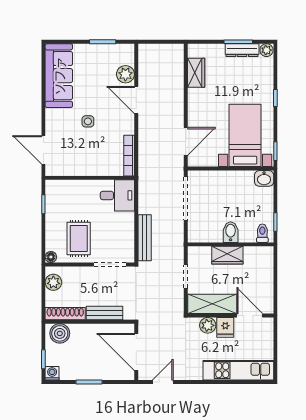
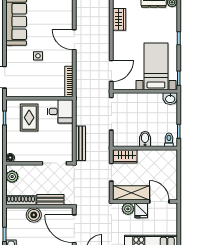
plant: (125, 74) -> (66, 20), removed
rug: (79, 239) -> (29, 118), moved
wardrobe: (227, 255) -> (125, 156), moved
boiler: (60, 333) -> (34, 215), moved

